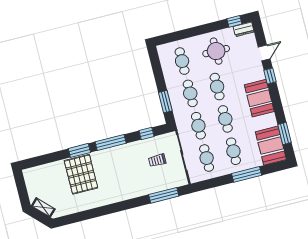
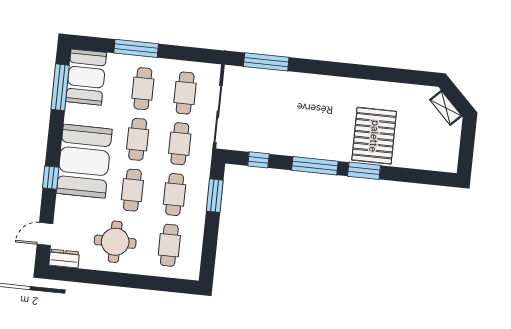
window: (234, 21) -> (73, 275), removed
door: (264, 53) -> (45, 234), moved
booth: (259, 98) -> (84, 161), width x1.36, depth x1.42
window: (285, 133) -> (60, 87), width x1.44
trolley: (157, 160) -> (257, 116), removed

